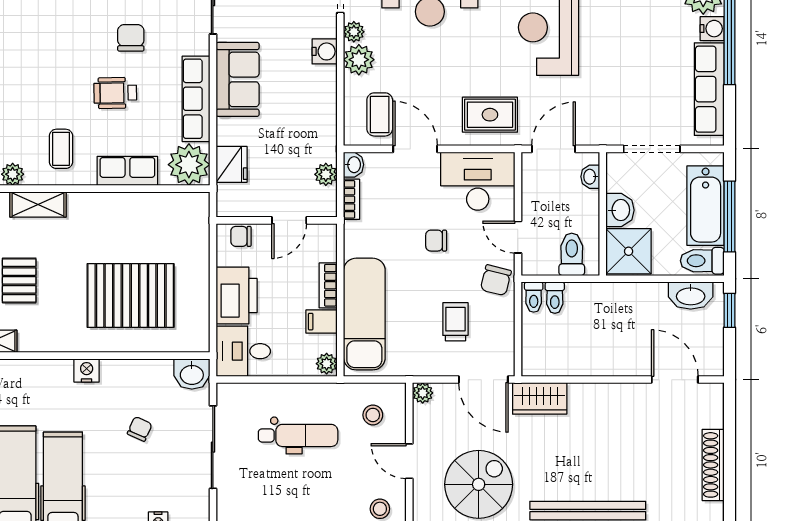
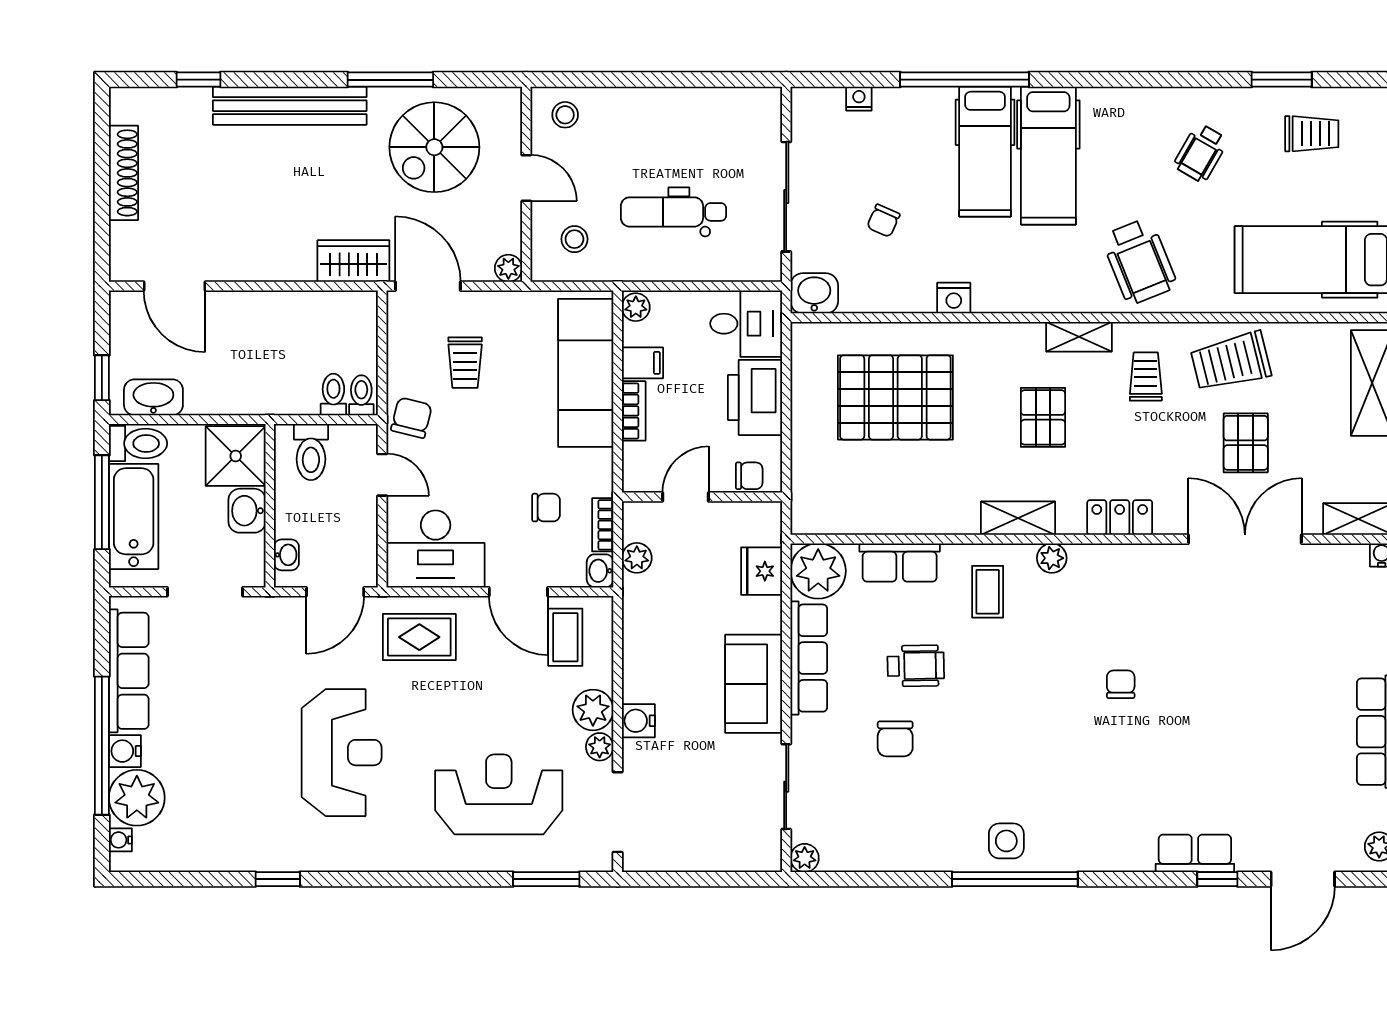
chair: (436, 241) -> (546, 508), moved

